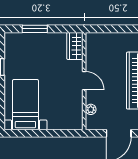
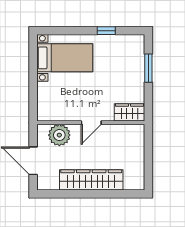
plant: (91, 109) -> (59, 135), width x1.88, depth x1.88

